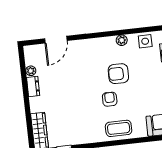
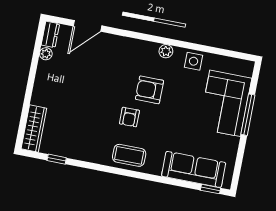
dresser: (33, 86) -> (50, 34), moved
armchair: (110, 99) -> (129, 117), turned 180

